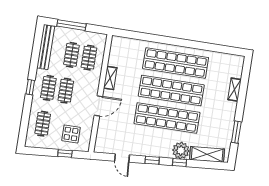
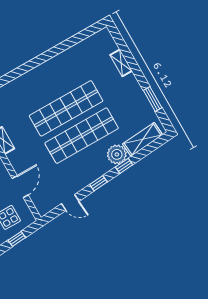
shop shelf: (176, 63) -> (50, 81), removed
door: (98, 106) -> (20, 187), moved

